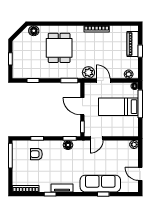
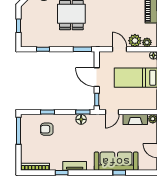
plant: (88, 73) -> (135, 41), moved
fireplace: (118, 145) -> (135, 119), added

